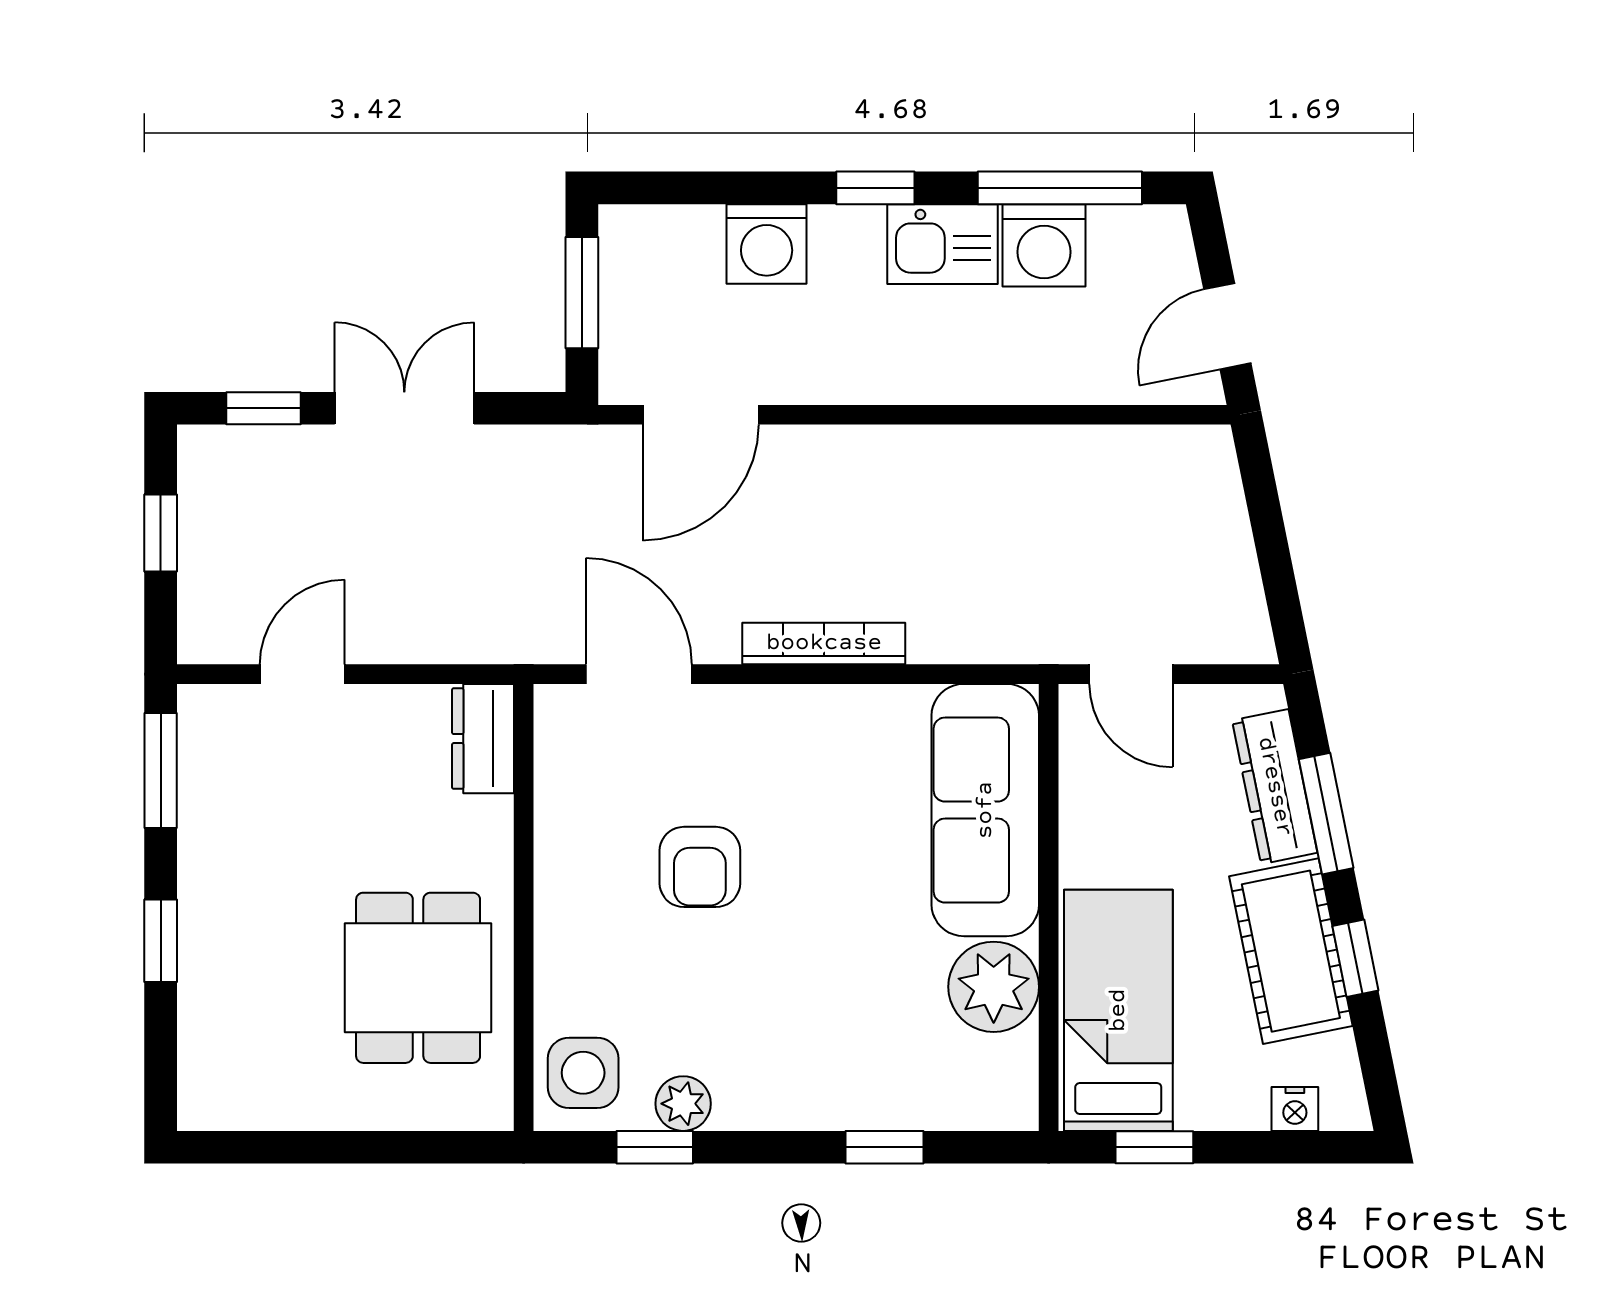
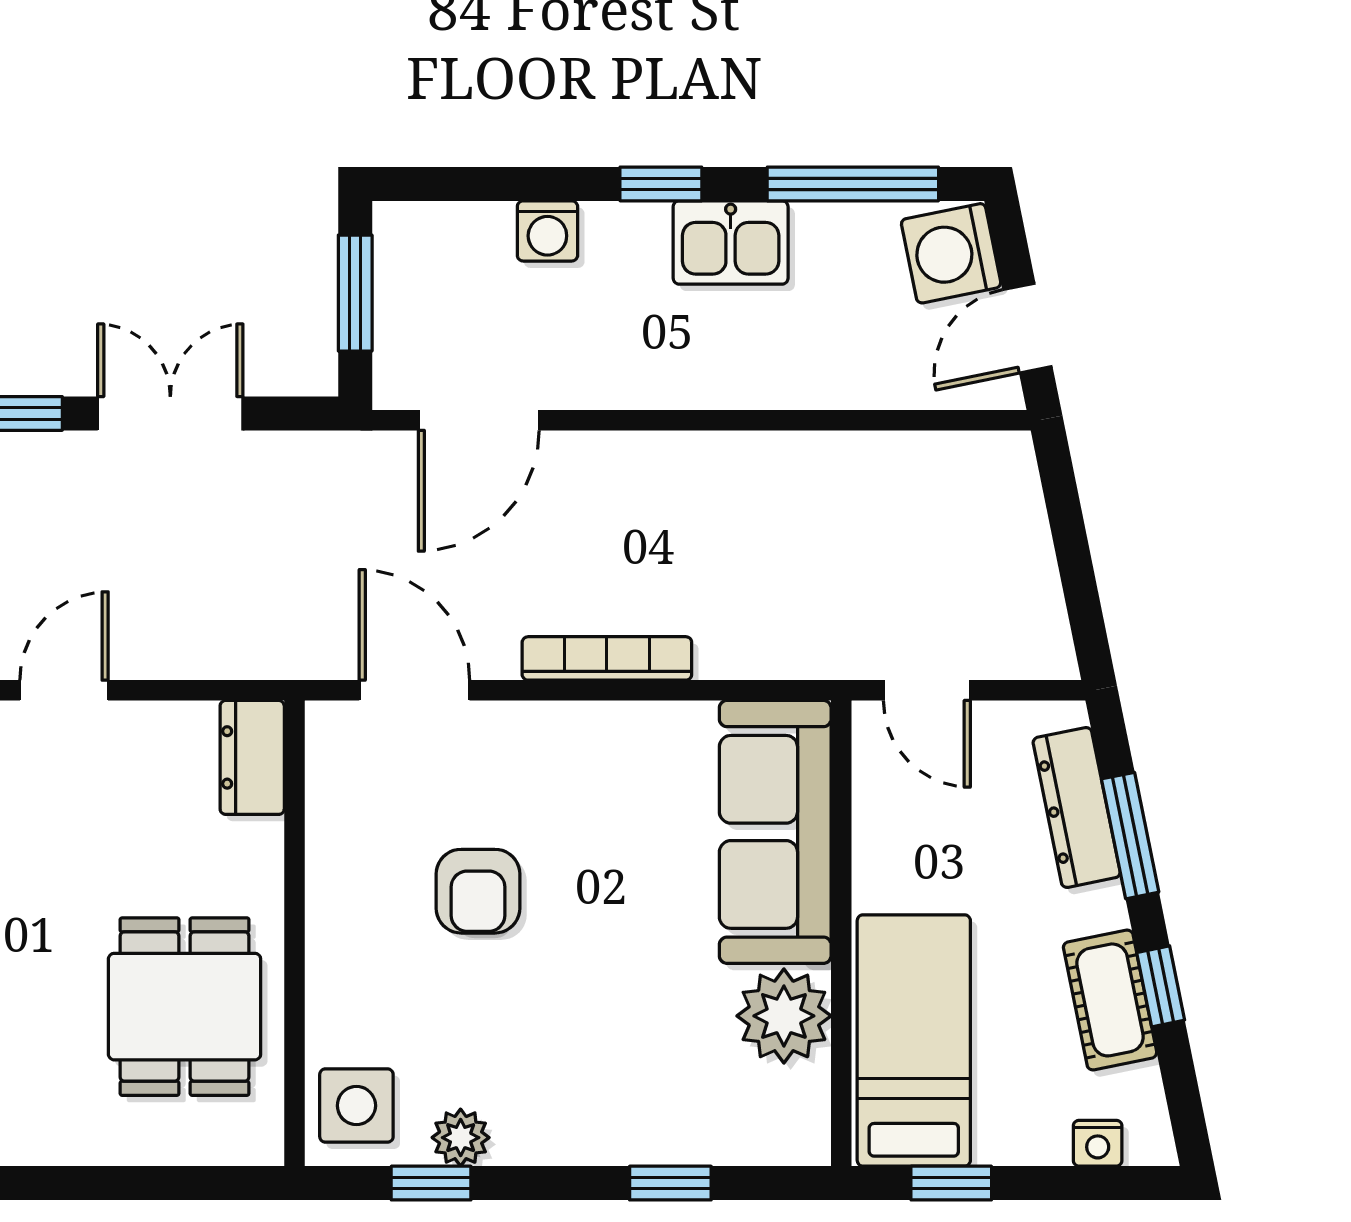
washing machine: (767, 244) -> (547, 231), width x0.73, depth x0.73
washing machine: (1044, 245) -> (951, 253), moved, turned 79
cot: (1291, 951) -> (1110, 1000), width x0.73, depth x0.75

